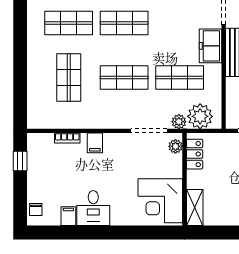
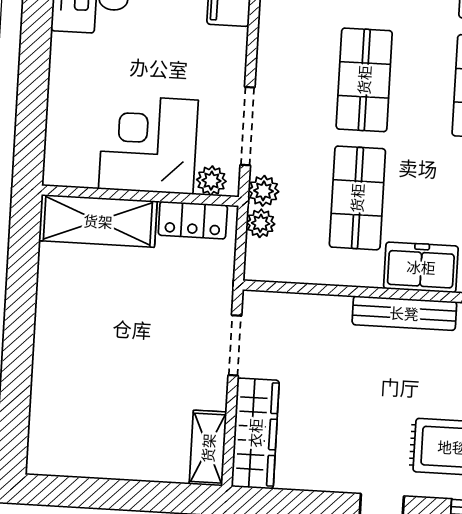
plant: (200, 116) -> (261, 223), width x0.53, depth x0.53
corner desk: (160, 201) -> (148, 144), moved
shelving: (195, 208) -> (98, 221), width x1.50, depth x1.33

